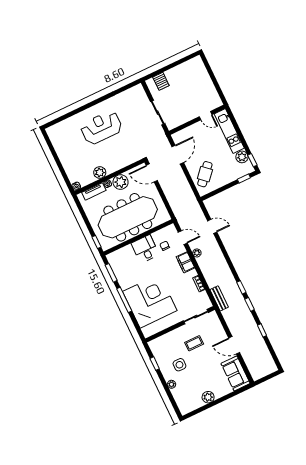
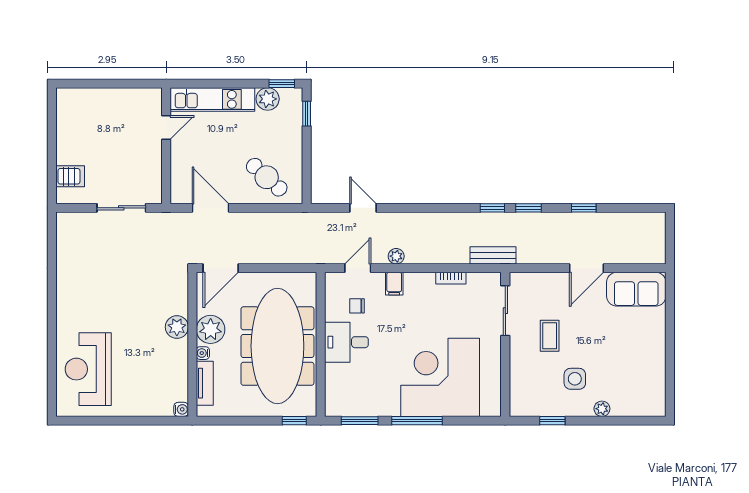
reception desk: (101, 127) -> (88, 369), moved
plant: (100, 172) -> (177, 327), moved
door: (212, 226) -> (363, 208), hinge flipped
filing cabinet: (185, 262) -> (394, 284), width x0.50
plant: (208, 397) -> (654, 356), removed

